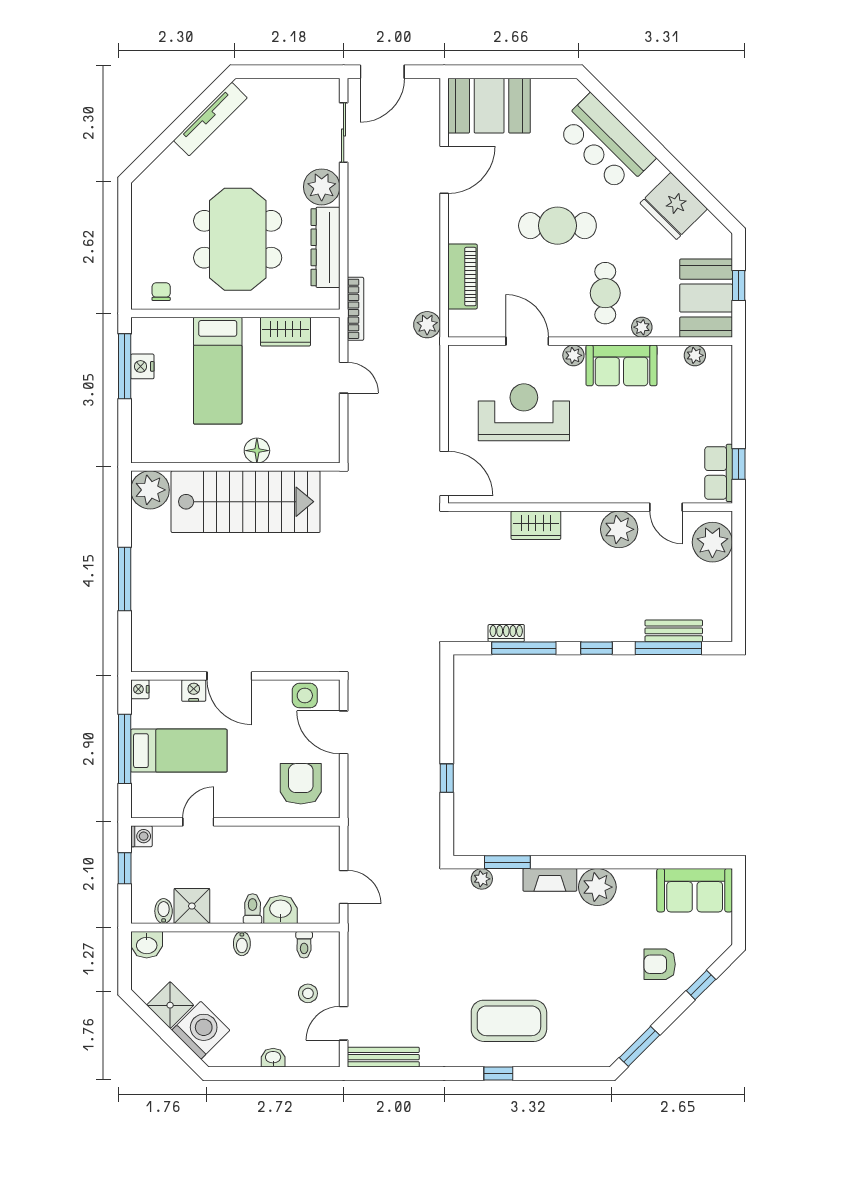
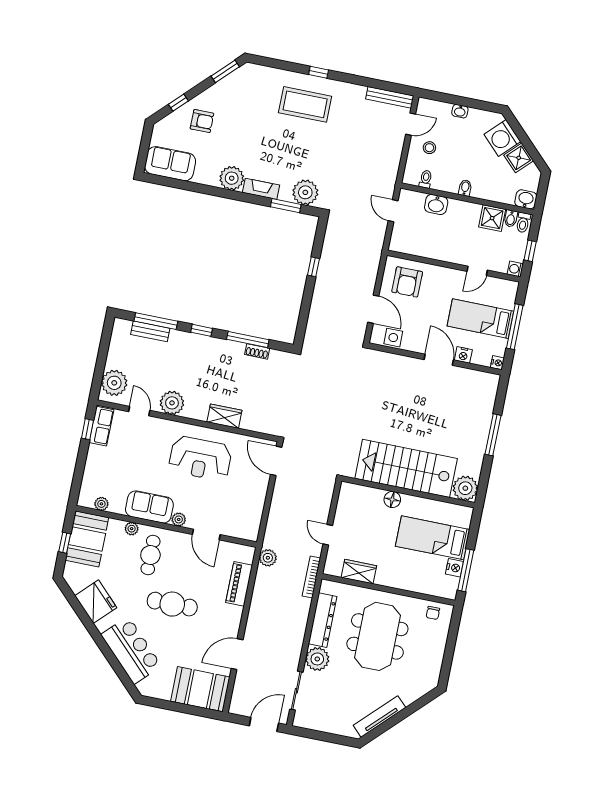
bed: (218, 371) -> (433, 538), moved, turned -90
reception desk: (524, 412) -> (200, 458), moved
plant: (482, 879) -> (305, 192), width x1.87, depth x1.87
toilet: (253, 909) -> (523, 223), moved

